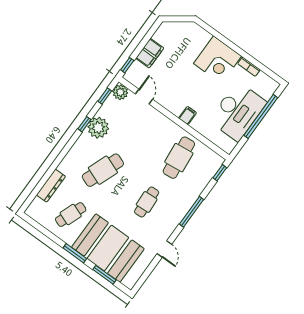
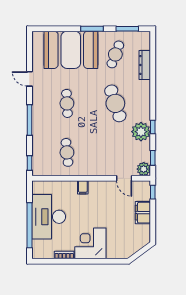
cafe table: (179, 158) -> (67, 152), width x0.73, depth x0.74
cafe table: (103, 170) -> (115, 103), turned -39
window: (104, 275) -> (127, 29), moved

